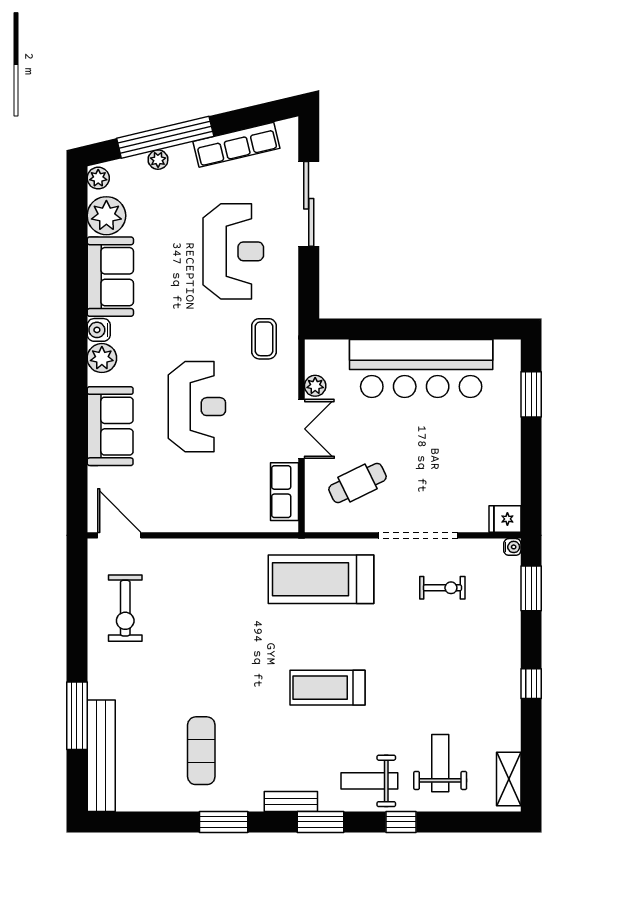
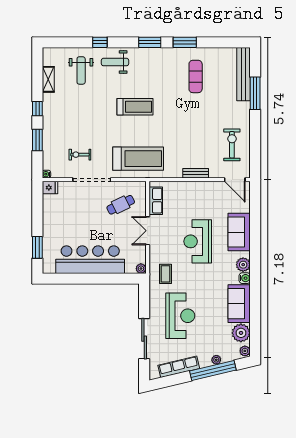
reception desk: (233, 251) -> (180, 316), turned 180
plant: (315, 386) -> (141, 269), moved
window: (531, 588) -> (37, 140), moved
shelving: (509, 779) -> (48, 79), moved
weight bench: (369, 781) -> (115, 62), turned 180
bench: (291, 802) -> (196, 173), moved
window: (320, 822) -> (150, 42), moved

